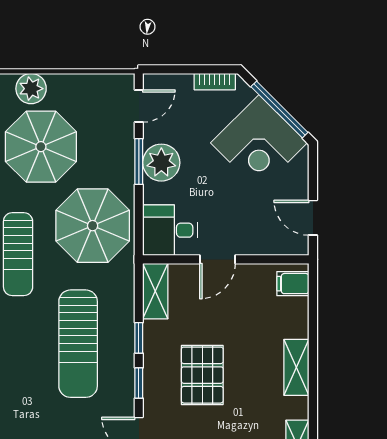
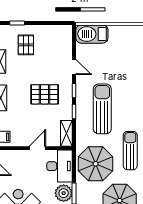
desk: (170, 230) -> (60, 166), width x1.37
pallet: (202, 375) -> (45, 94), turned 90

